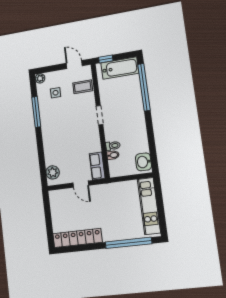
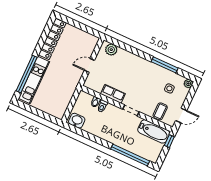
bathtub: (120, 68) -> (154, 131), moved, turned -90
row of seats: (97, 166) -> (113, 94), moved
kitchen unit: (149, 206) -> (34, 80), moved, turned 90

